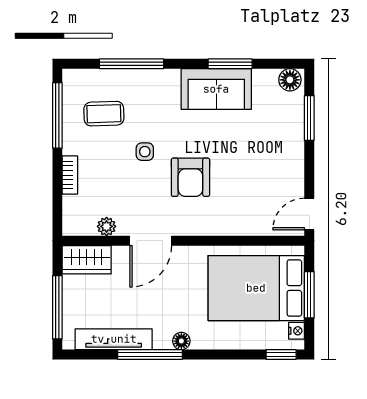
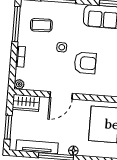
armchair: (190, 177) -> (85, 63), turned -90
plant: (107, 226) -> (19, 84), moved
window: (57, 307) -> (8, 127), width x0.69

